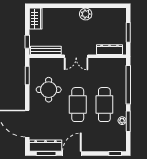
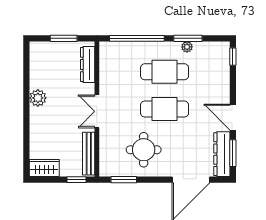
double door: (76, 56) -> (97, 111), swing flipped

